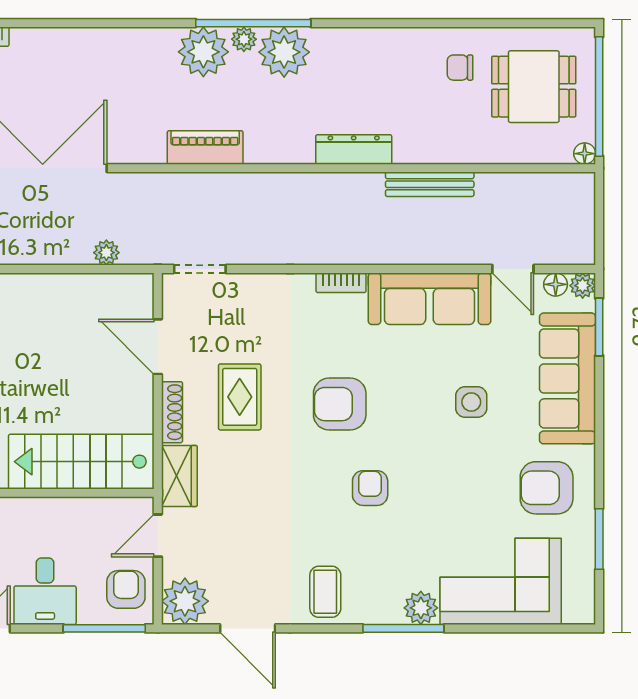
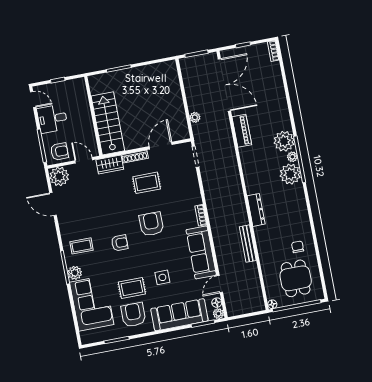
piano: (205, 147) -> (242, 131), moved
rug: (482, 479) -> (132, 288), added
coffee table: (325, 592) -> (82, 246), moved
door: (248, 628) -> (53, 204), hinge flipped

